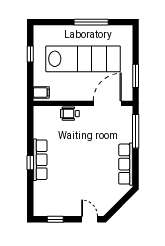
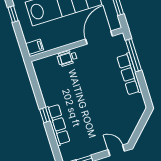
row of seats: (40, 160) -> (58, 125), moved
row of seats: (126, 164) -> (129, 74), moved

